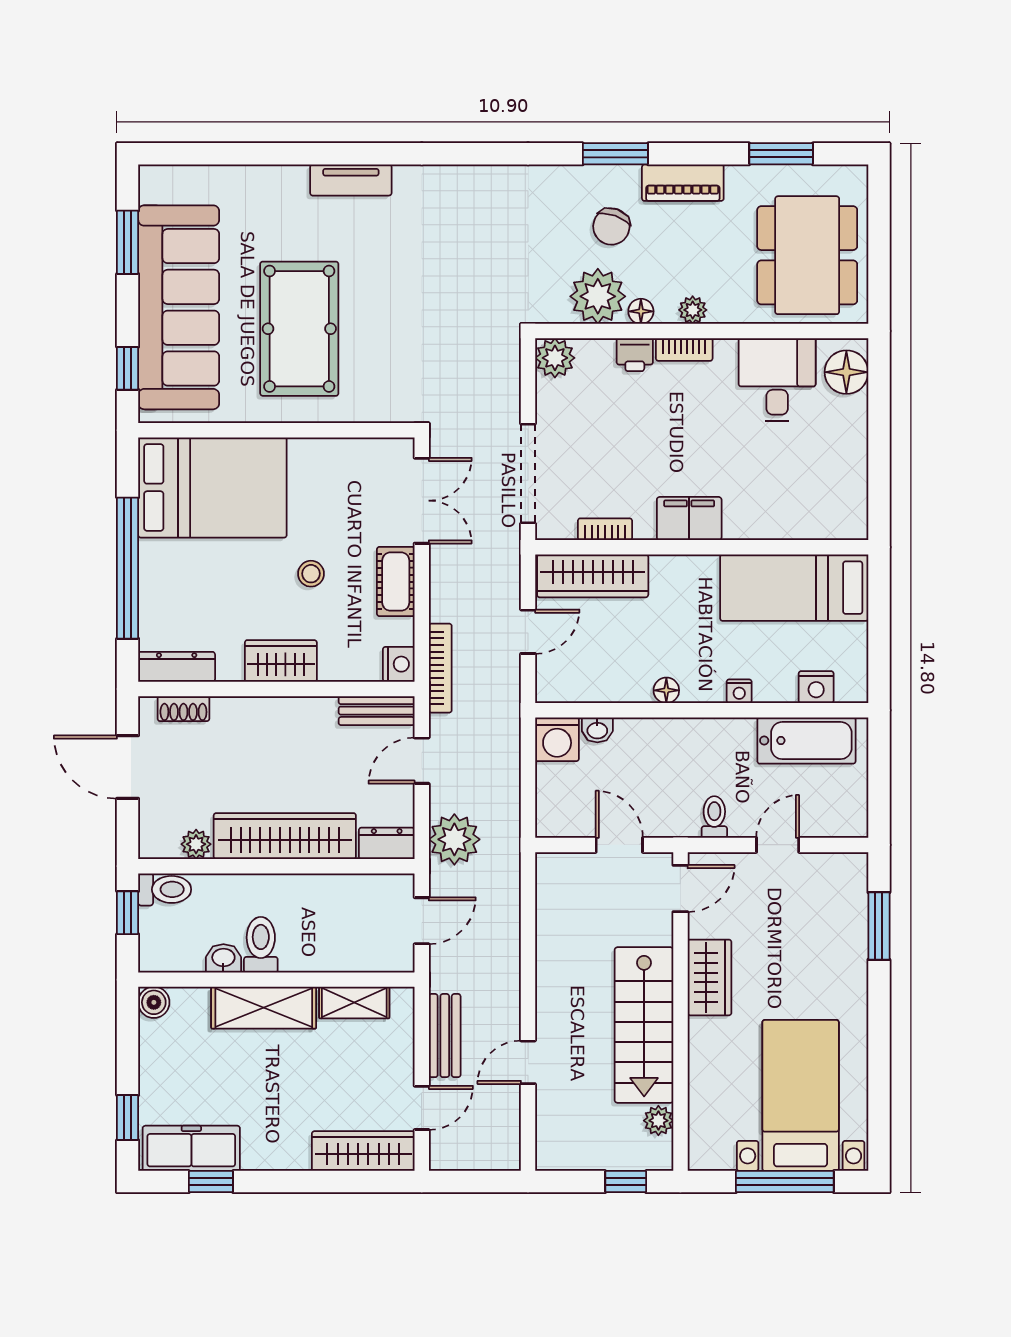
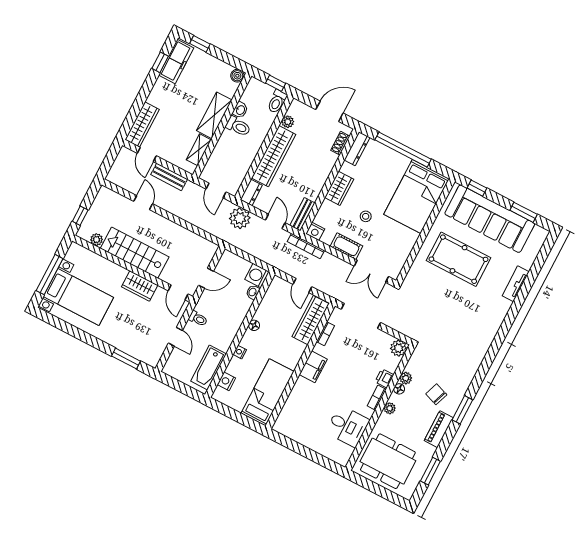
tv unit: (351, 180) -> (516, 284), moved
plant: (598, 296) -> (406, 378), width x0.53, depth x0.53
floor lamp: (846, 372) -> (337, 453), removed

